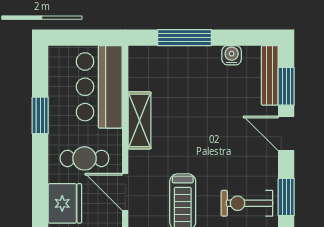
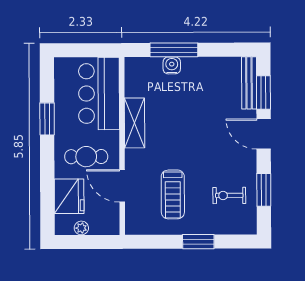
water cooler: (232, 55) -> (172, 65), moved
exercise bike: (247, 203) -> (229, 195), width x0.73, depth x0.72

